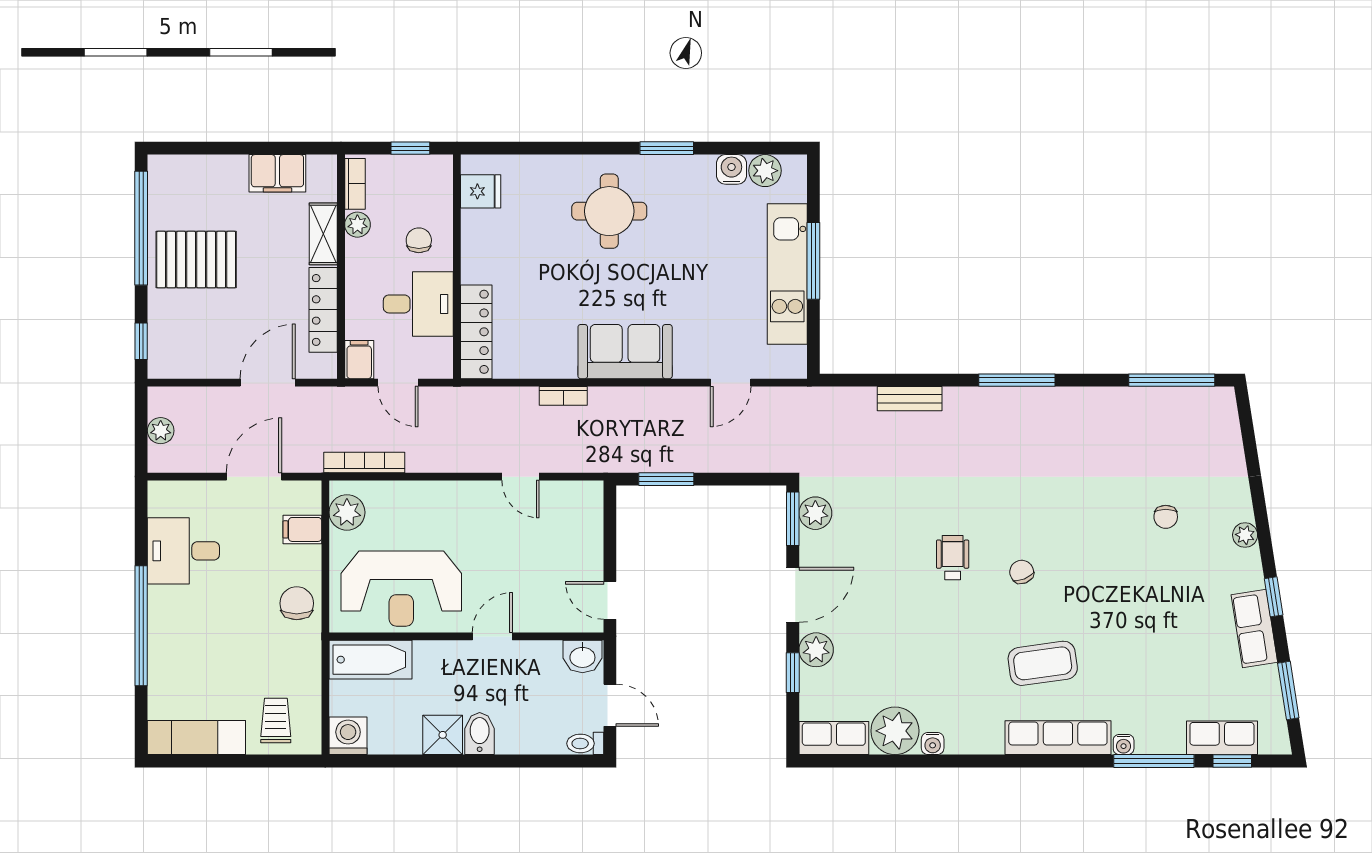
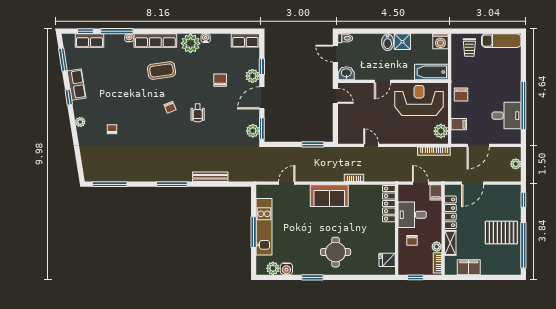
bench: (910, 399) -> (210, 177), width x1.36
window: (141, 626) -> (523, 106), moved
chair: (896, 639) -> (220, 80), added
plant: (895, 731) -> (191, 43), moved

